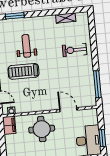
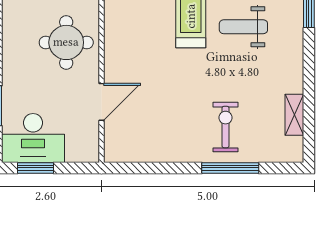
weight bench: (26, 46) -> (243, 27), turned 180
window: (97, 84) -> (230, 168), moved

